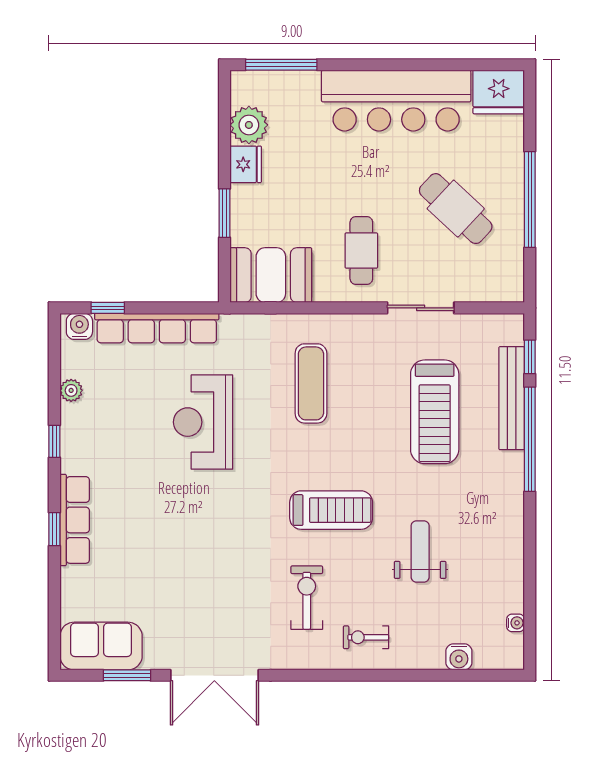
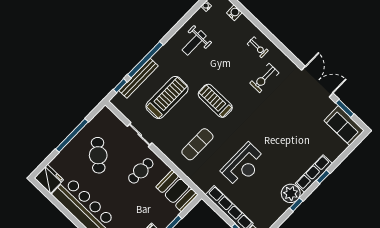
plant: (71, 390) -> (291, 193), moved, width x1.88, depth x1.88
treadmill: (331, 510) -> (215, 101), moved
weight bench: (420, 551) -> (194, 43), moved

